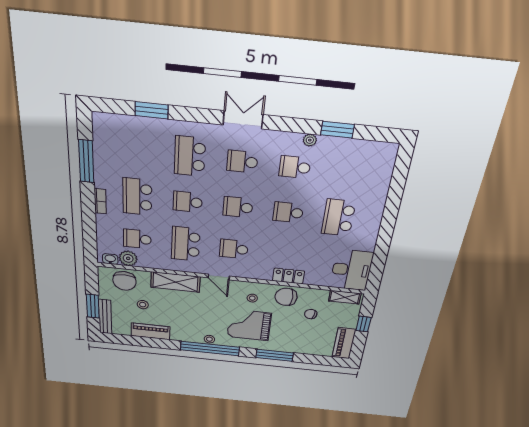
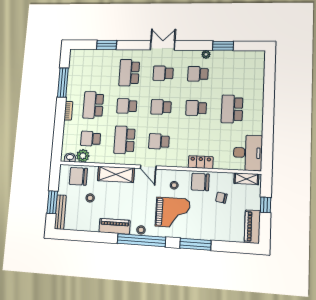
chair: (124, 281) -> (78, 176), turned 90
grand piano: (249, 325) -> (173, 213), turned 180
piano: (151, 331) -> (115, 226), moved

